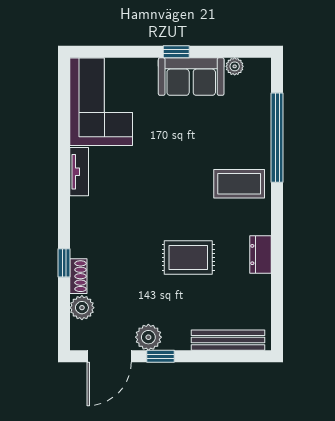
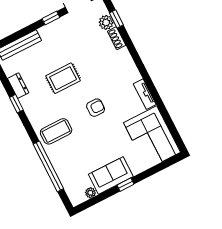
armchair: (162, 189) -> (96, 108), added
dresser: (261, 255) -> (18, 86), moved
window: (277, 255) -> (16, 104), added
window: (64, 263) -> (116, 19), moved
plant: (148, 337) -> (63, 25), removed

